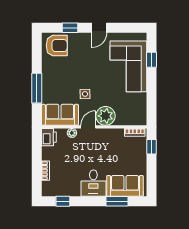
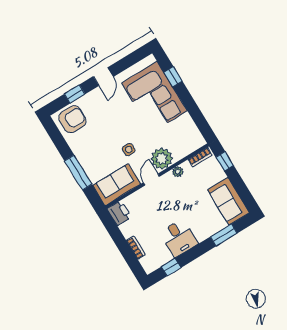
plant: (72, 133) -> (178, 172), moved
desk: (93, 183) -> (179, 238), moved
sofa: (125, 186) -> (228, 201), moved, turned -90

